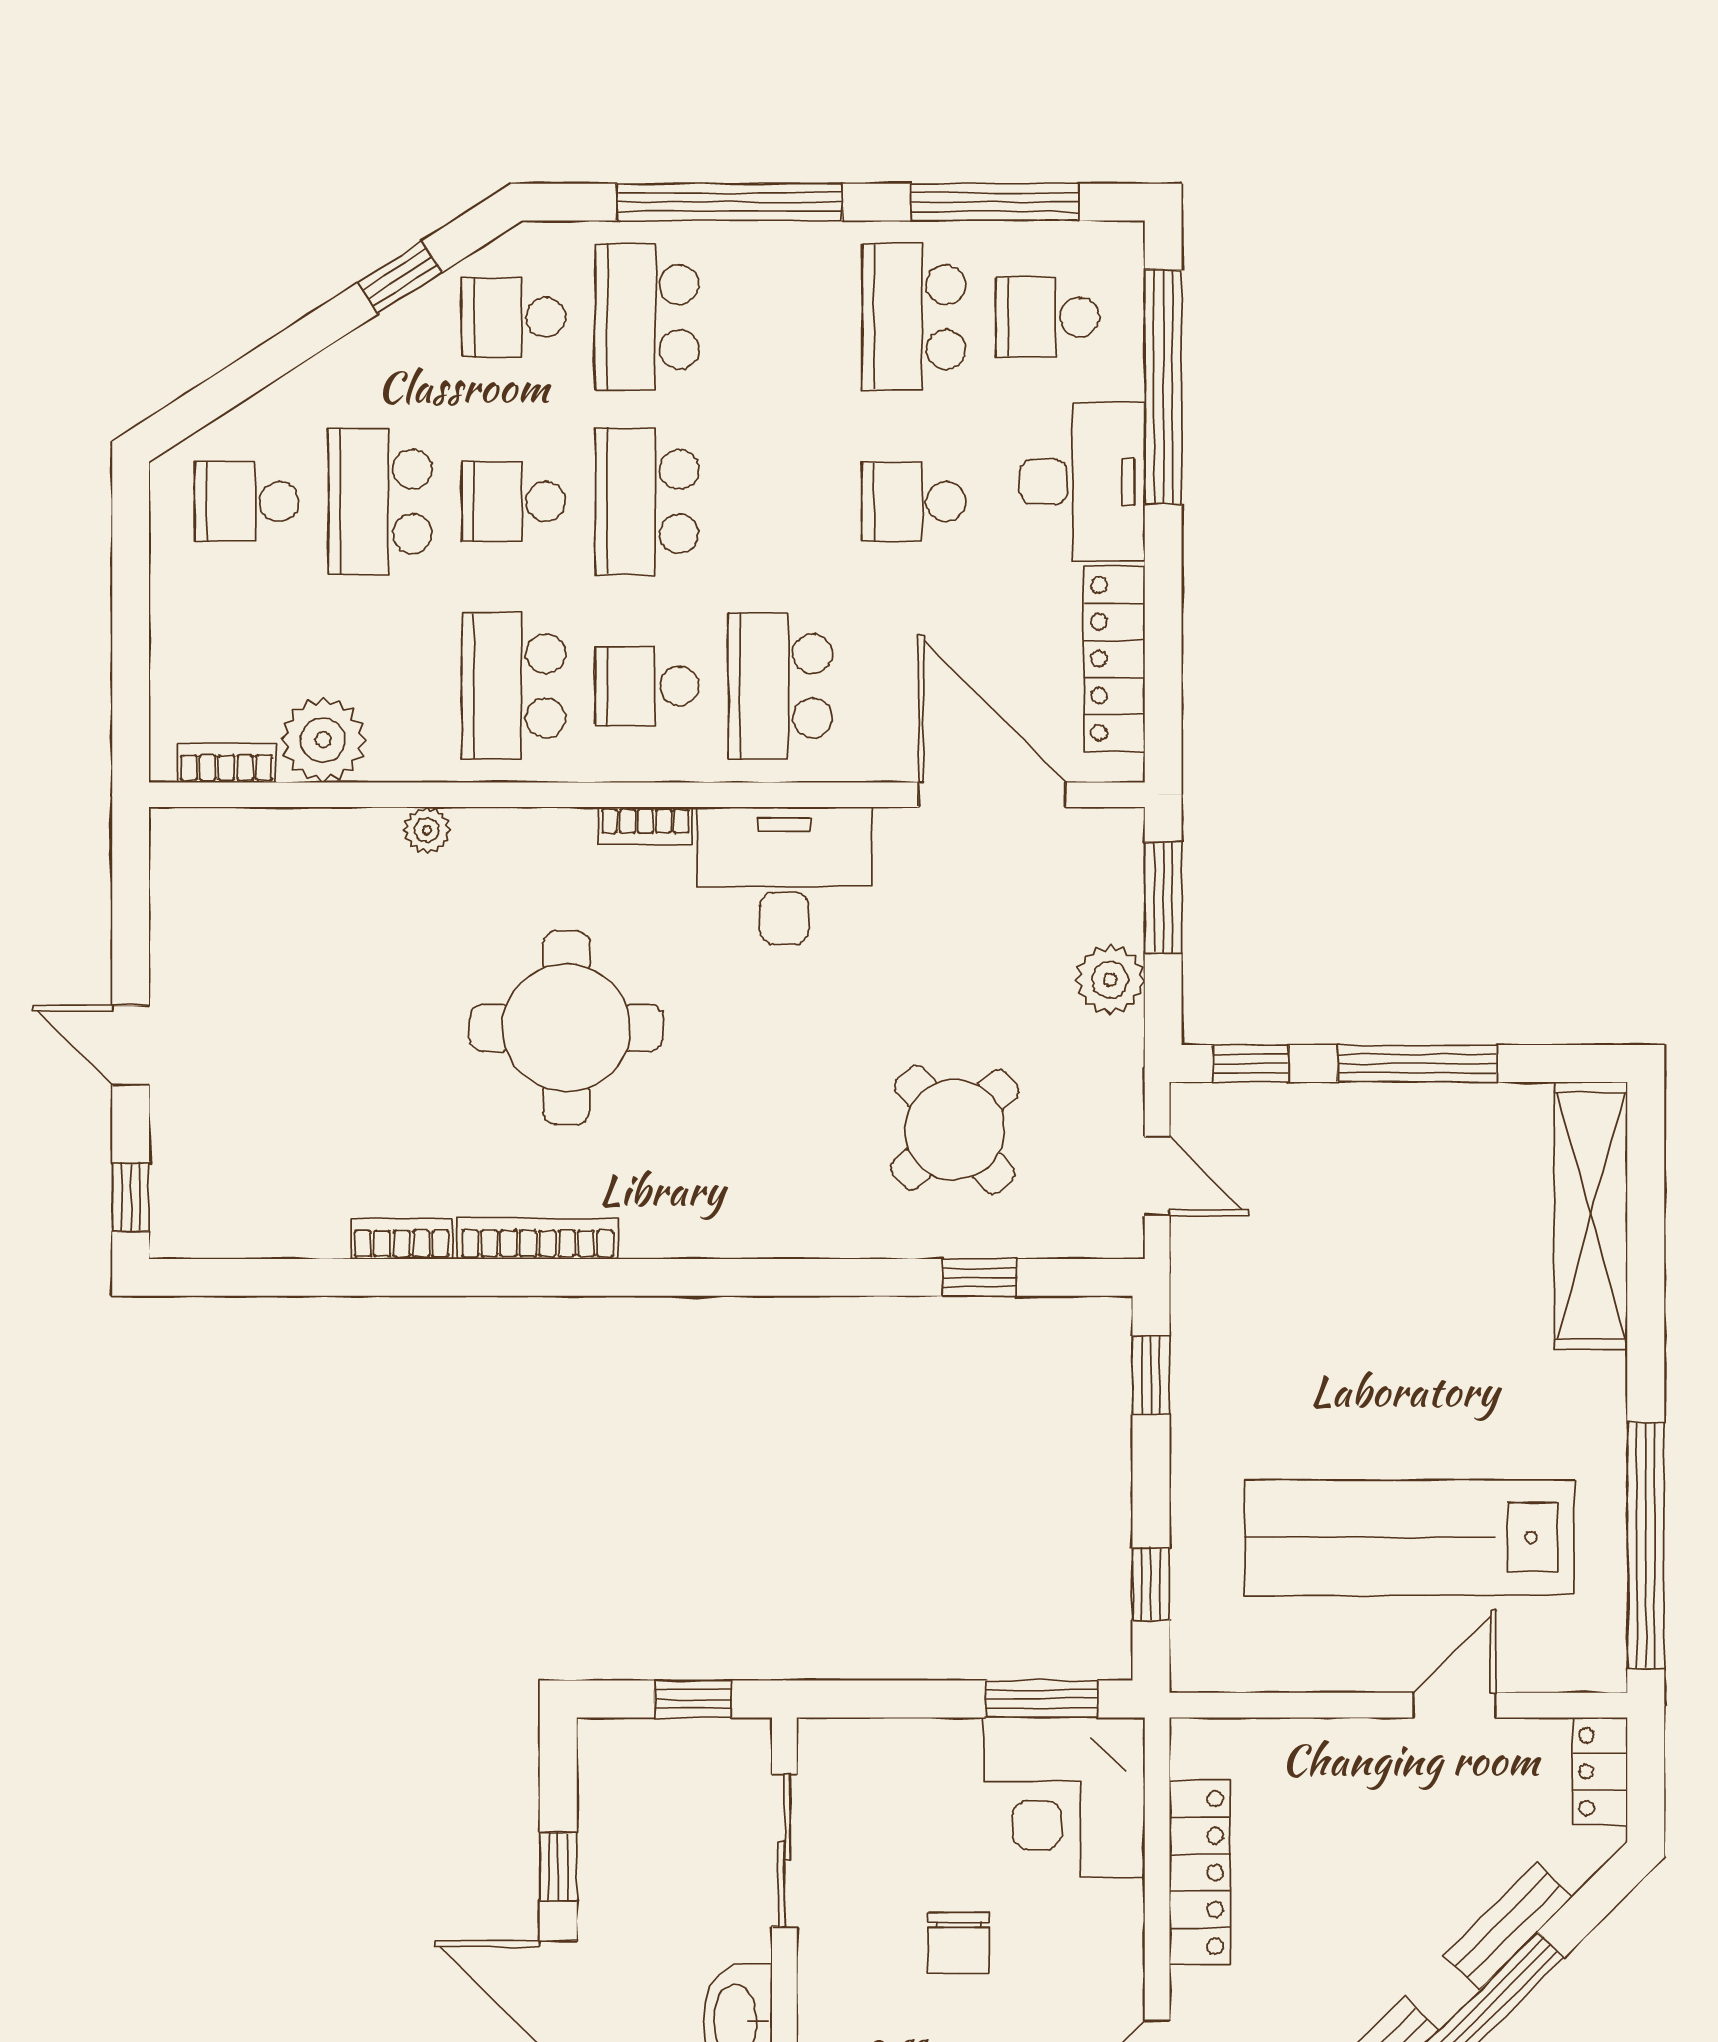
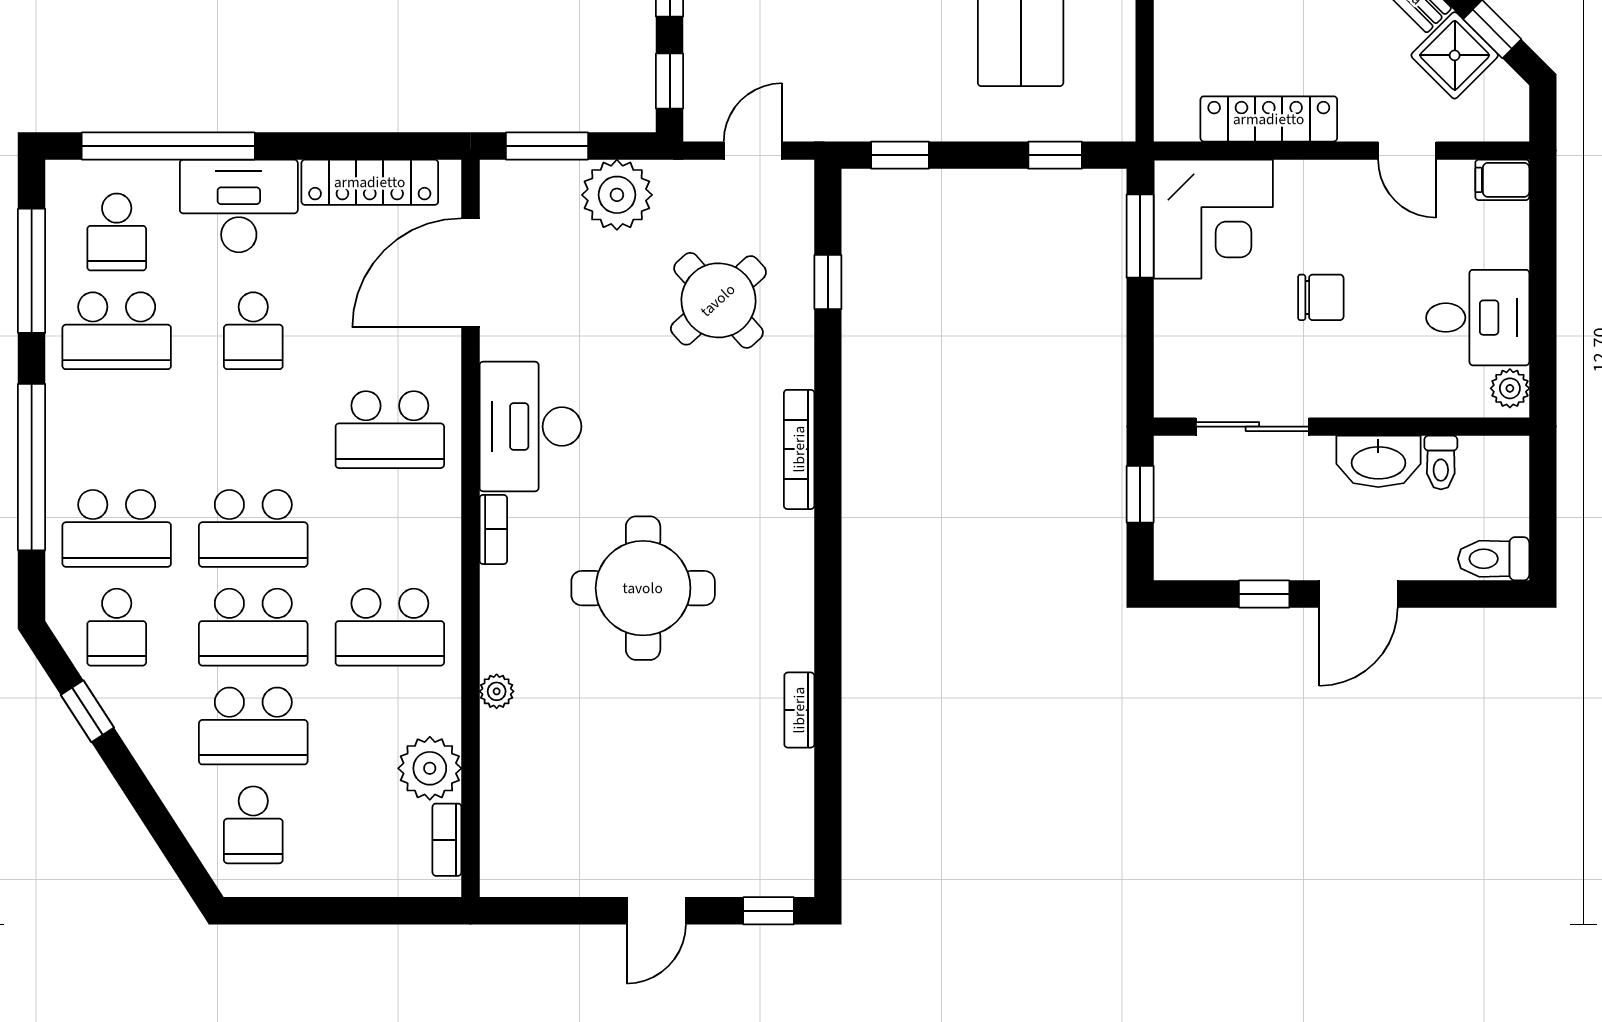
school desk: (514, 501) -> (253, 627), width x1.85
school desk: (647, 686) -> (390, 528), removed
plant: (1110, 980) -> (617, 195), width x1.36, depth x1.36
bookcase: (538, 1238) -> (799, 449), moved

